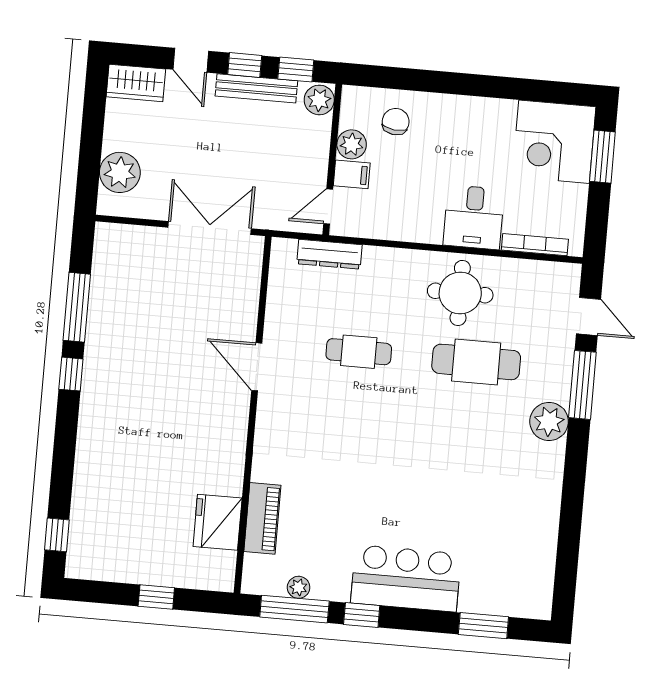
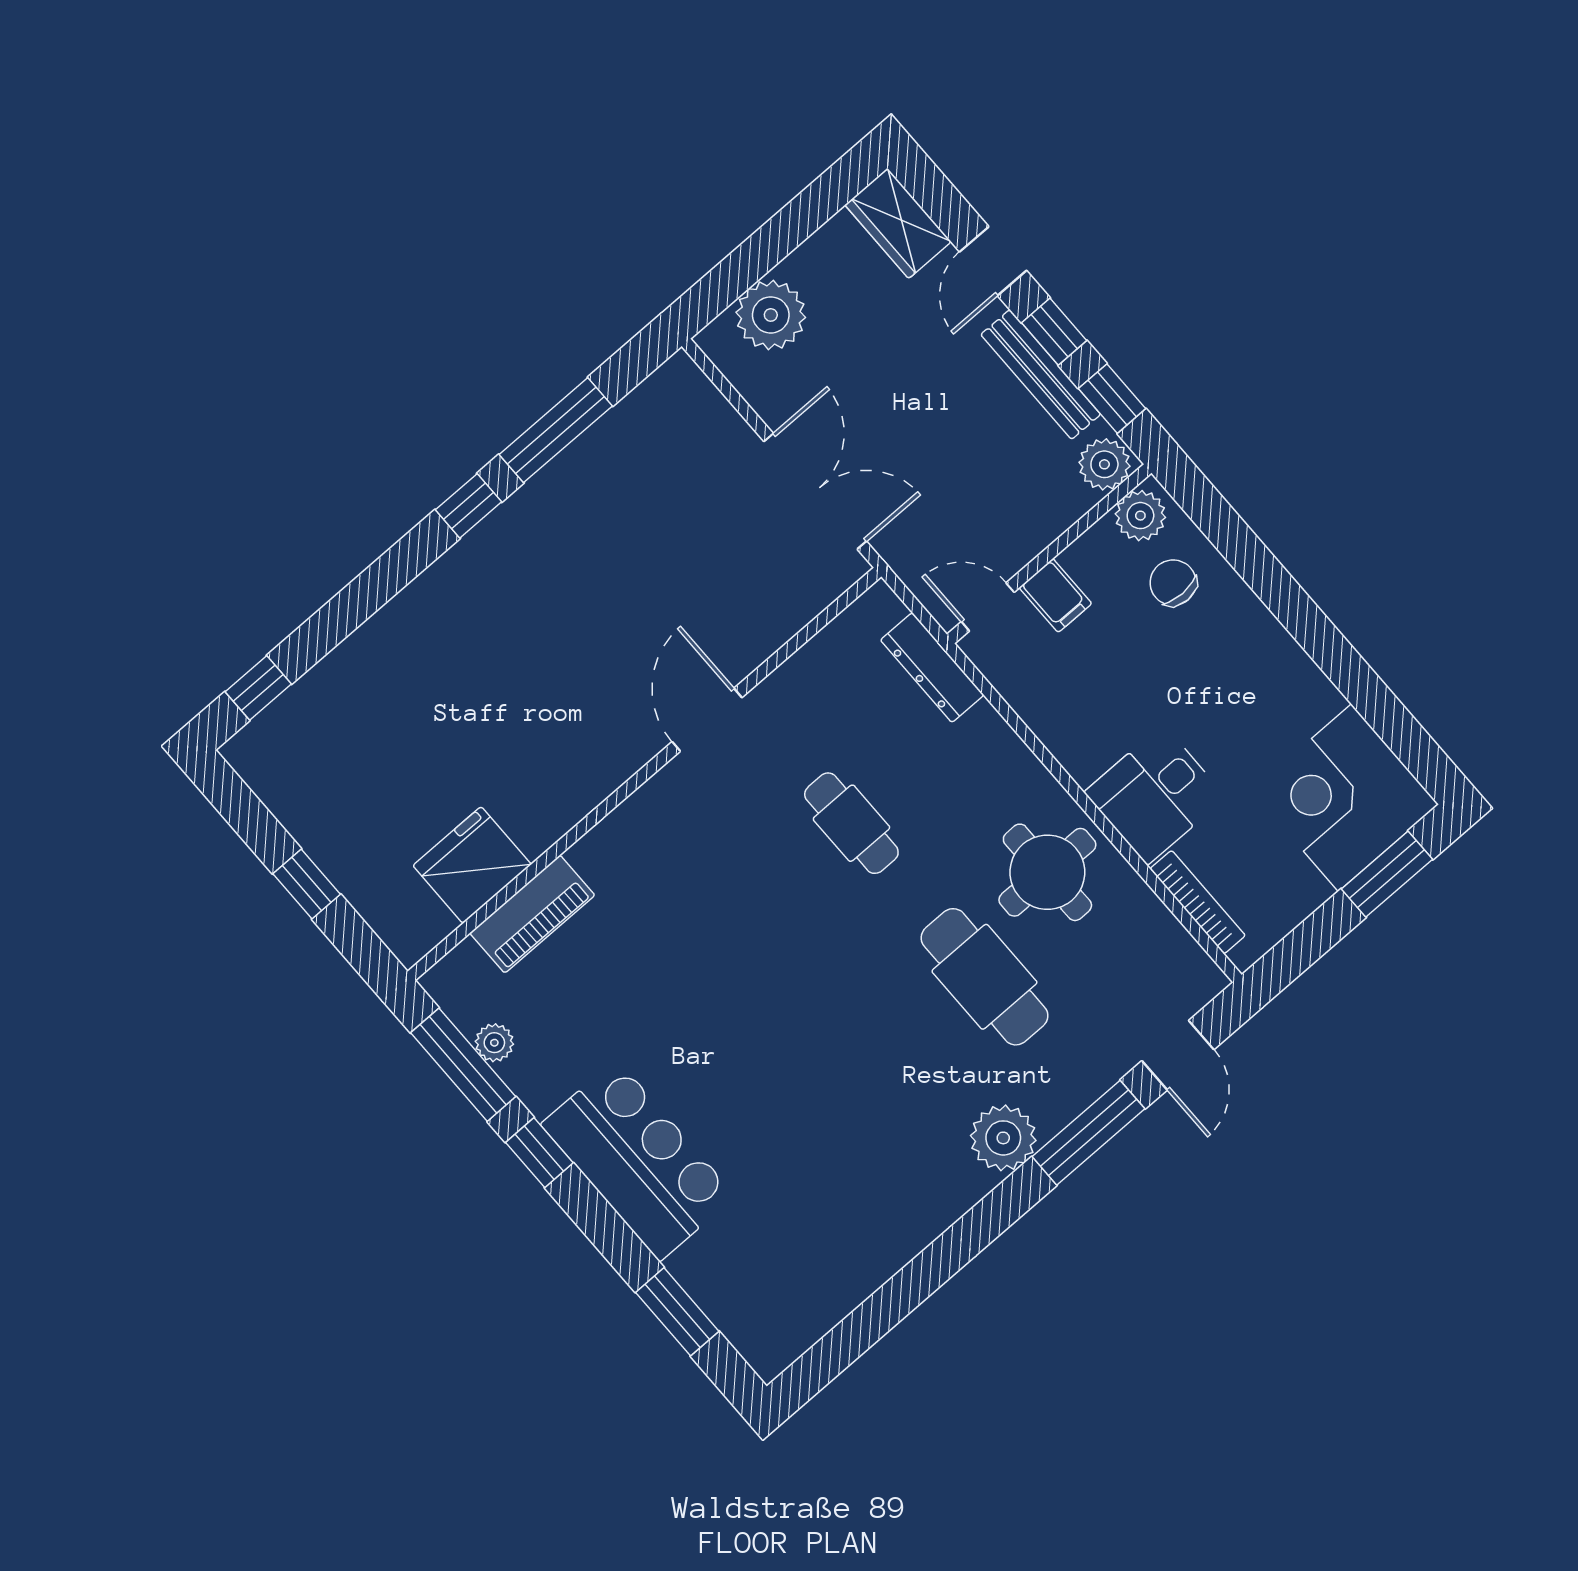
chair: (396, 122) -> (1173, 583), turned -97
plant: (352, 144) -> (1140, 516), moved

